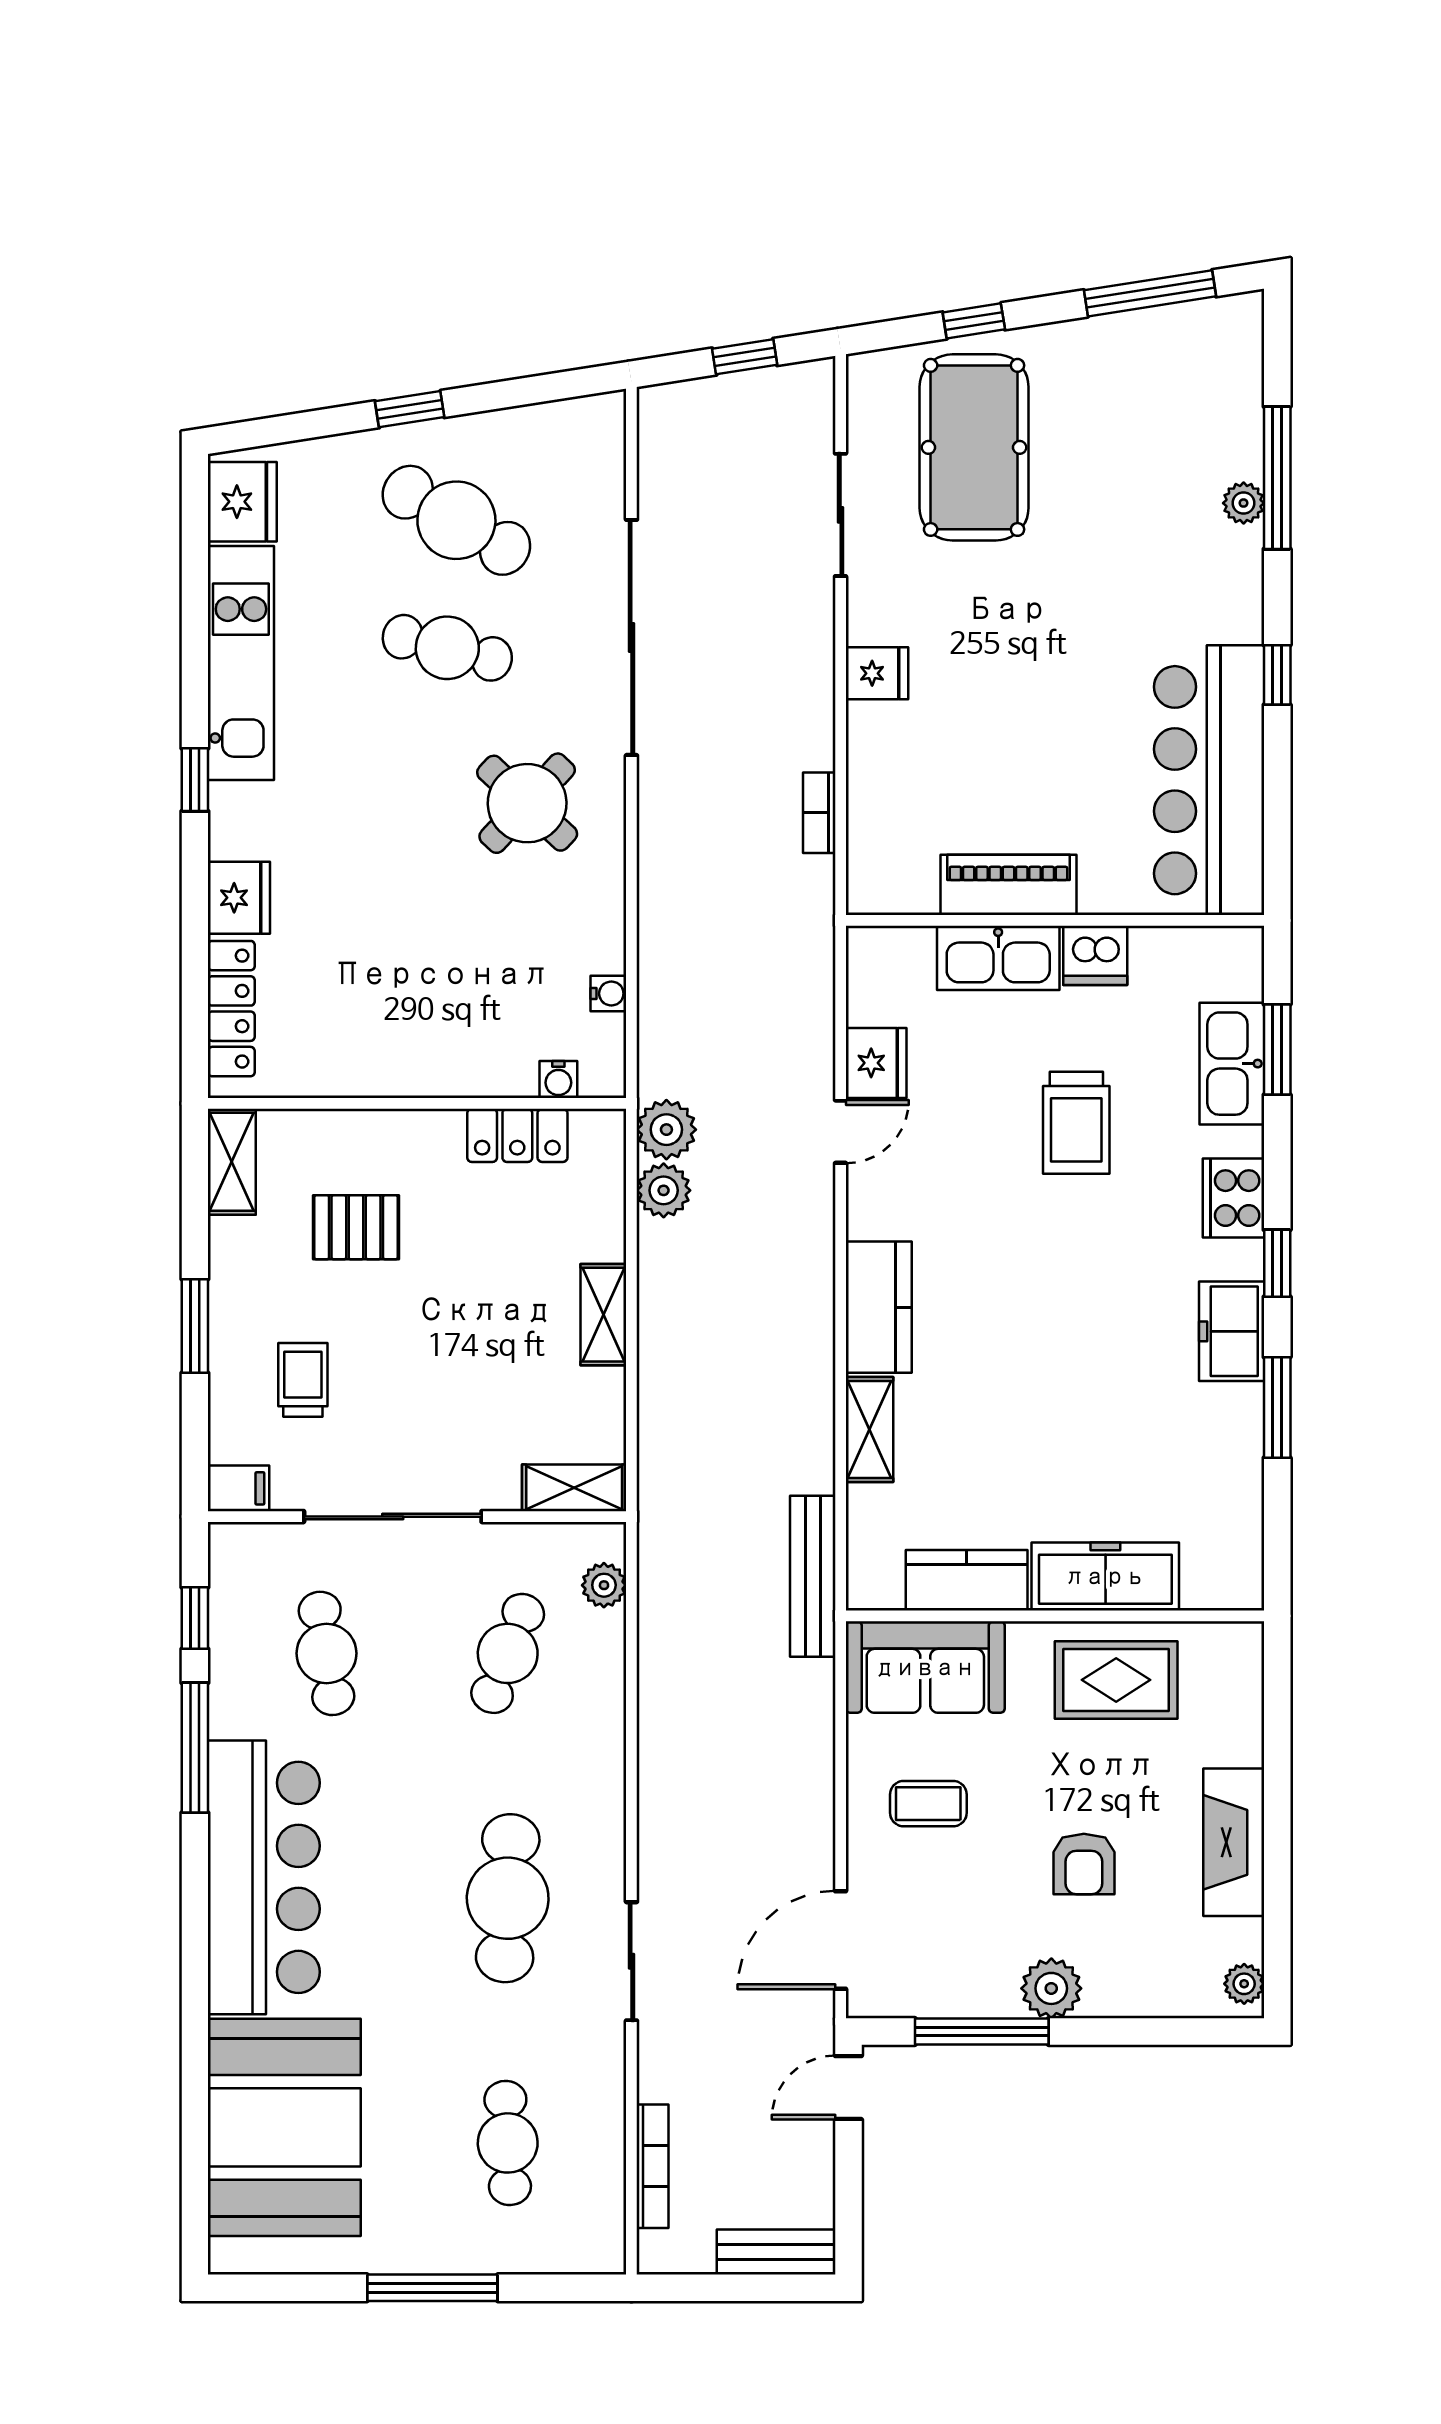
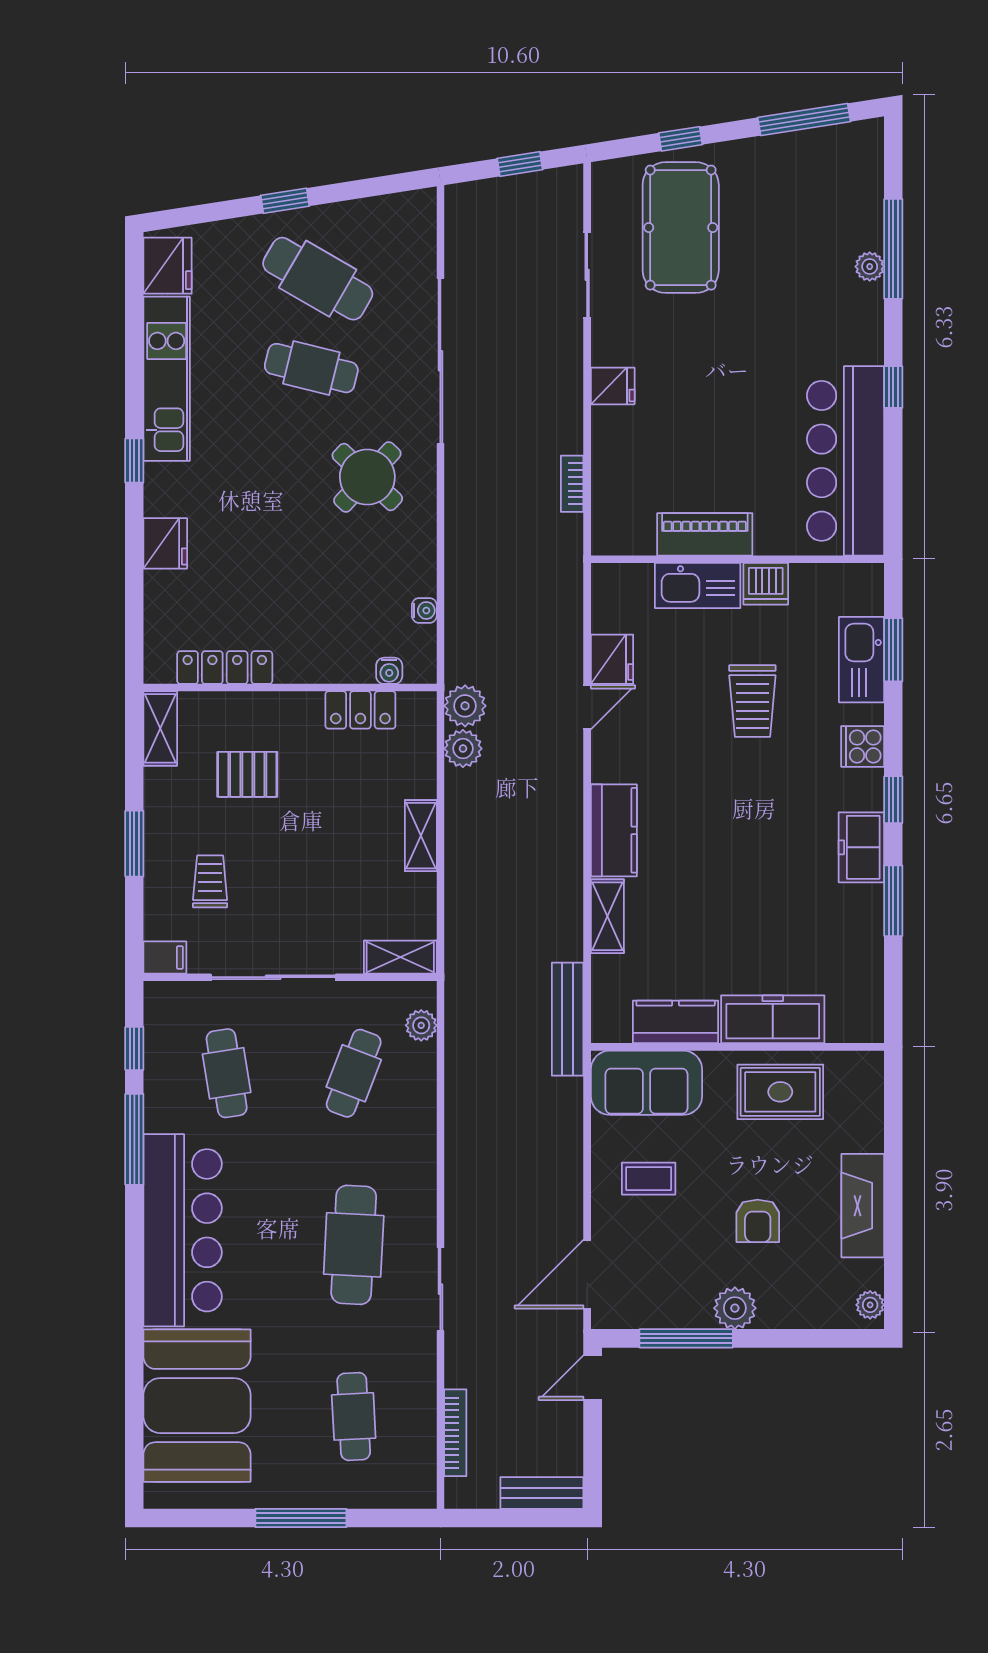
locker: (231, 1009) -> (225, 668), moved, turned -90
cooker: (1233, 1198) -> (863, 746), width x0.73

